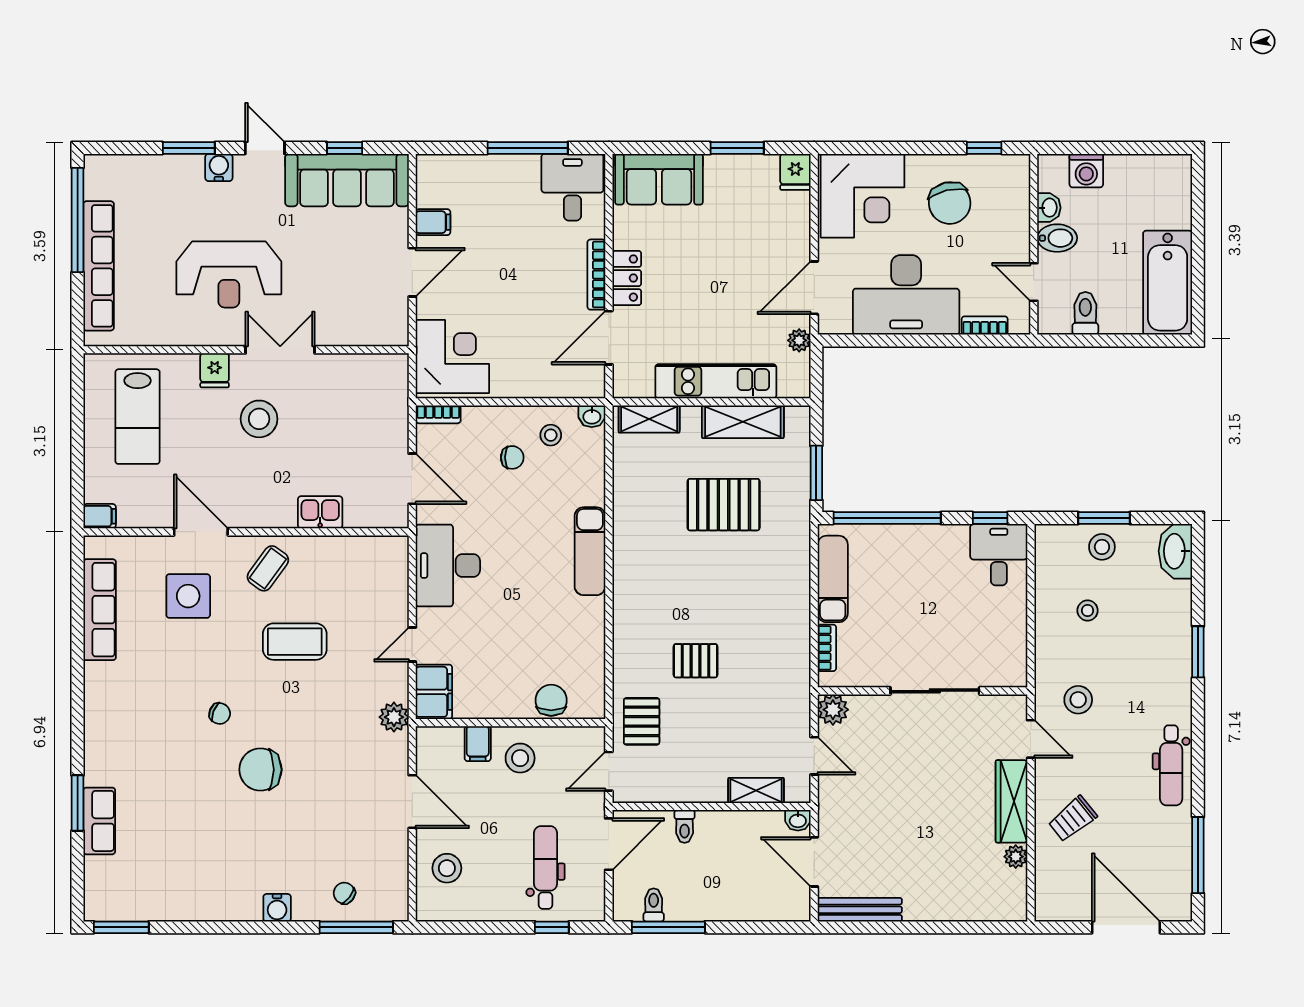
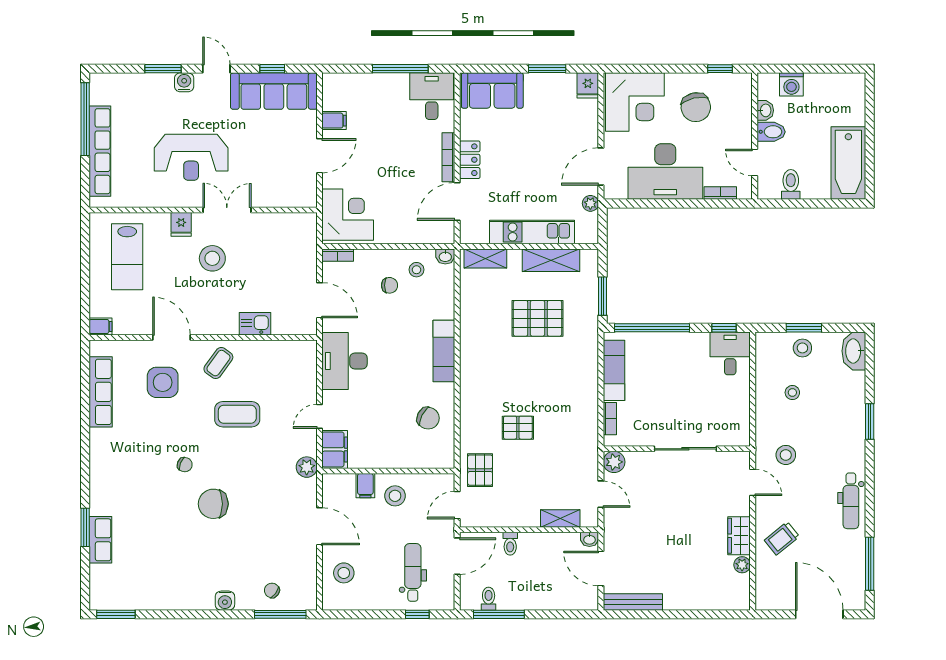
chair: (551, 700) -> (428, 418), moved, turned 117
wardrobe: (1011, 801) -> (739, 536), width x0.67

